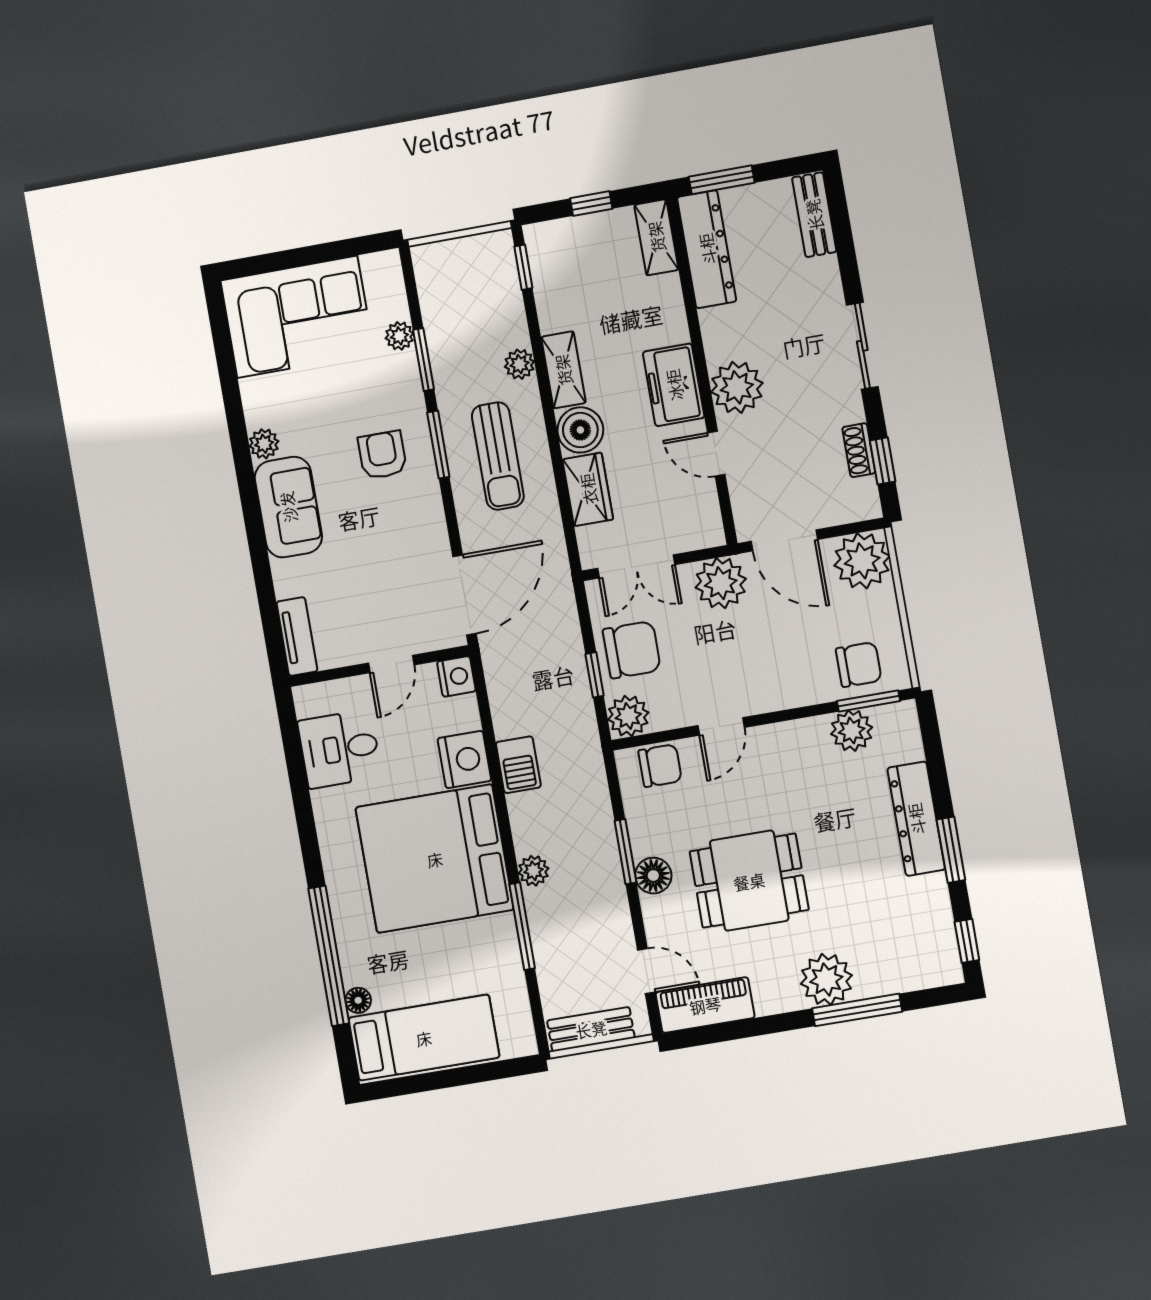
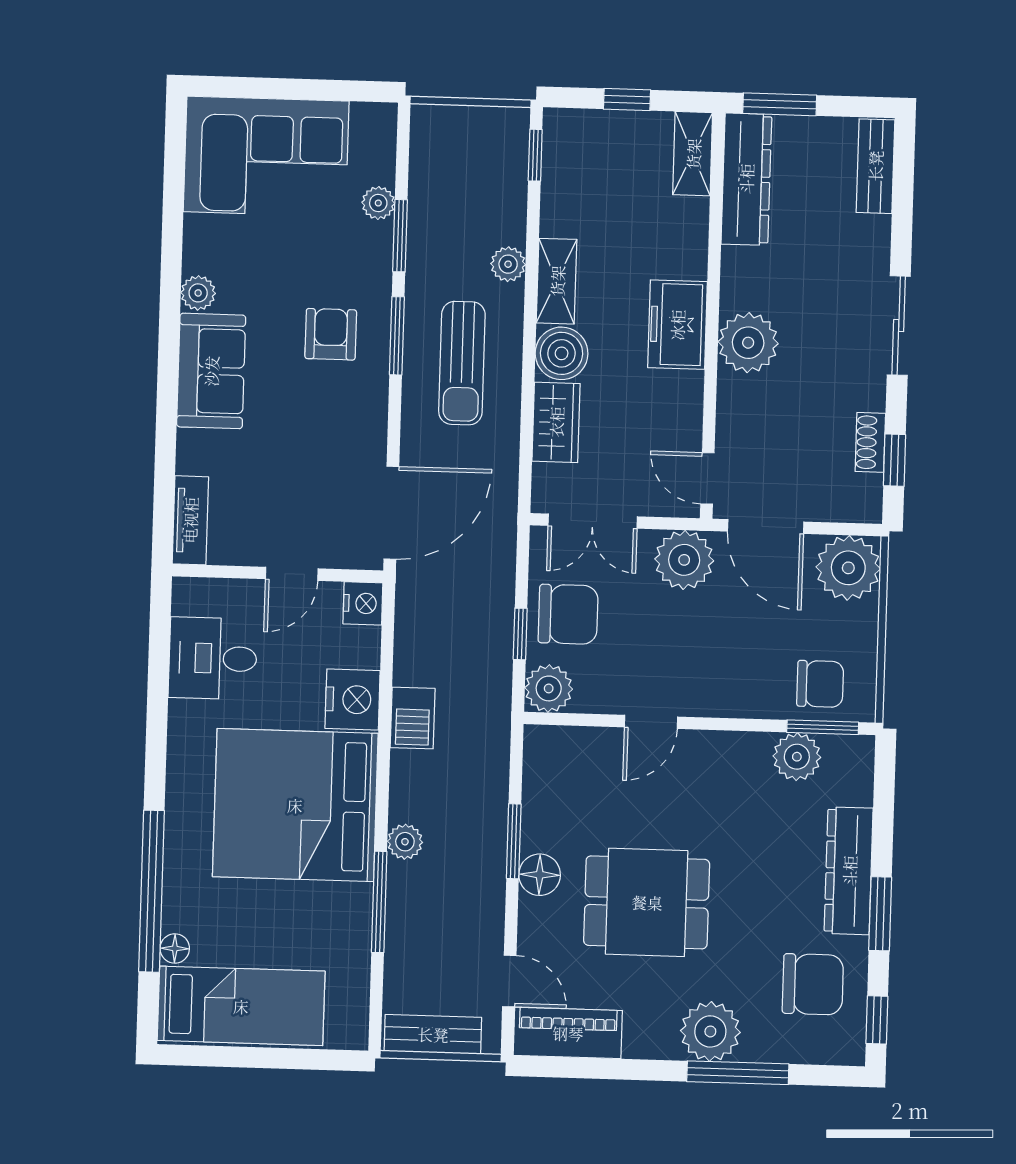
door: (716, 454) -> (707, 478), moved
chair: (660, 766) -> (813, 984), moved, width x1.37, depth x1.37

